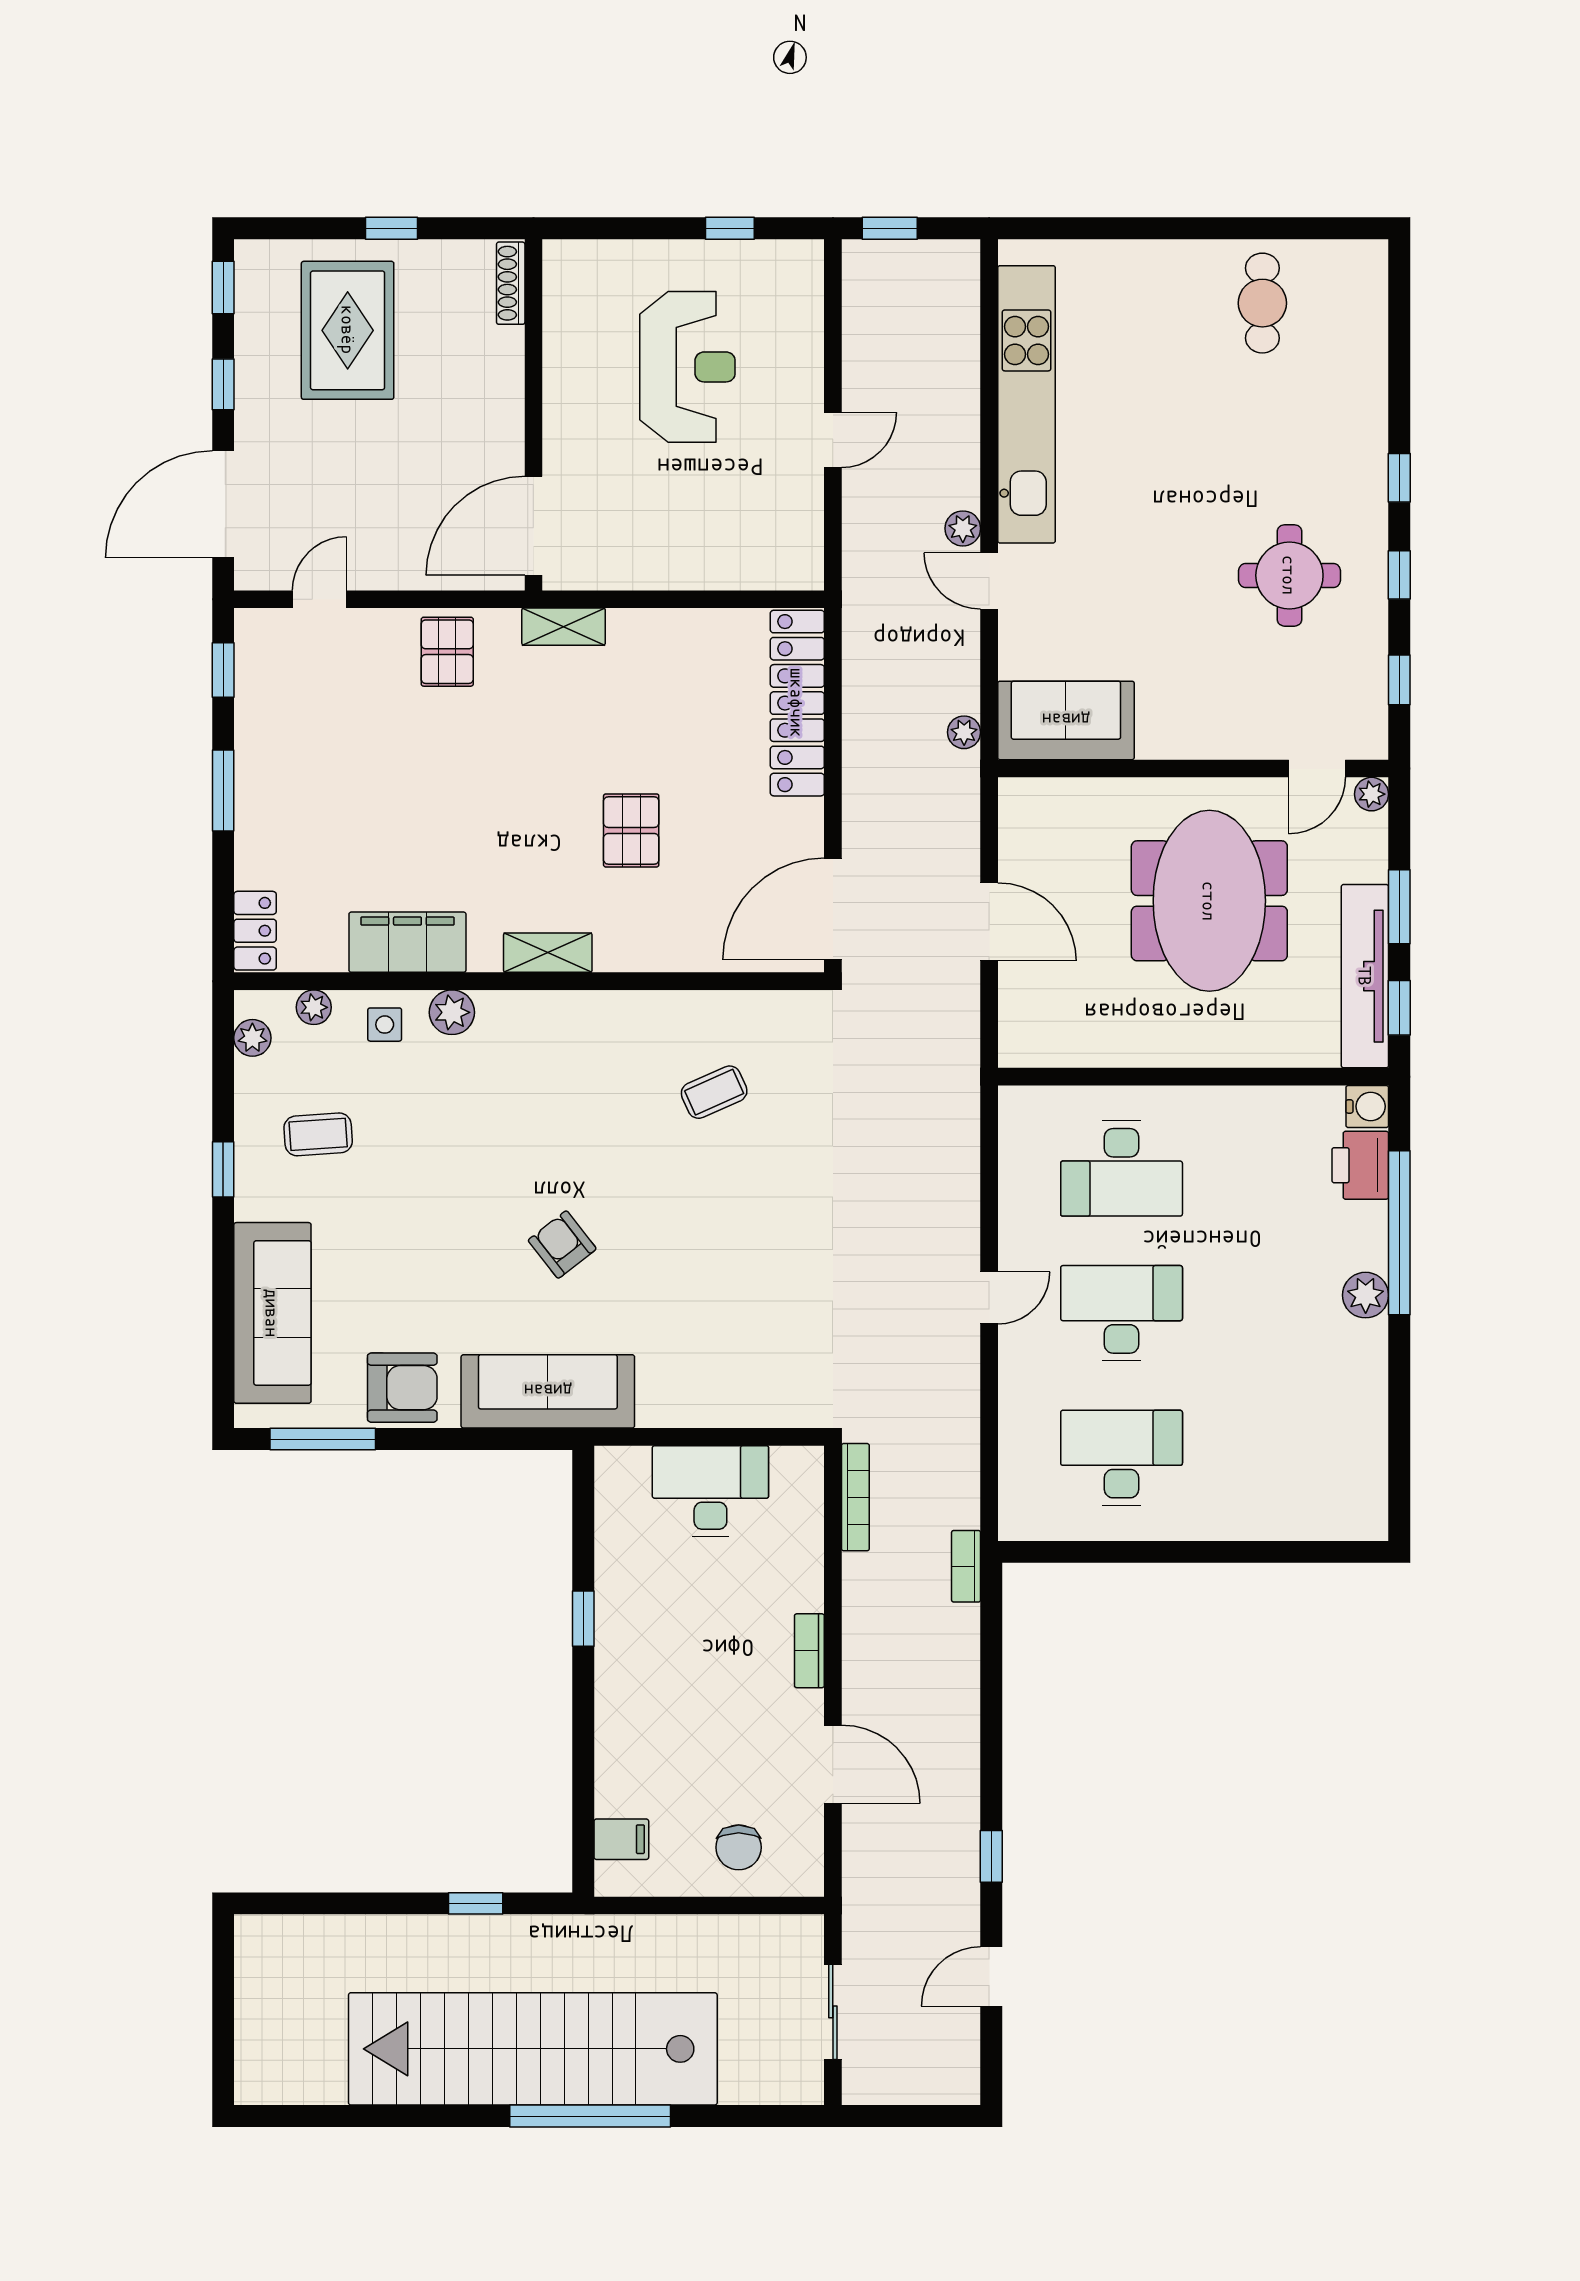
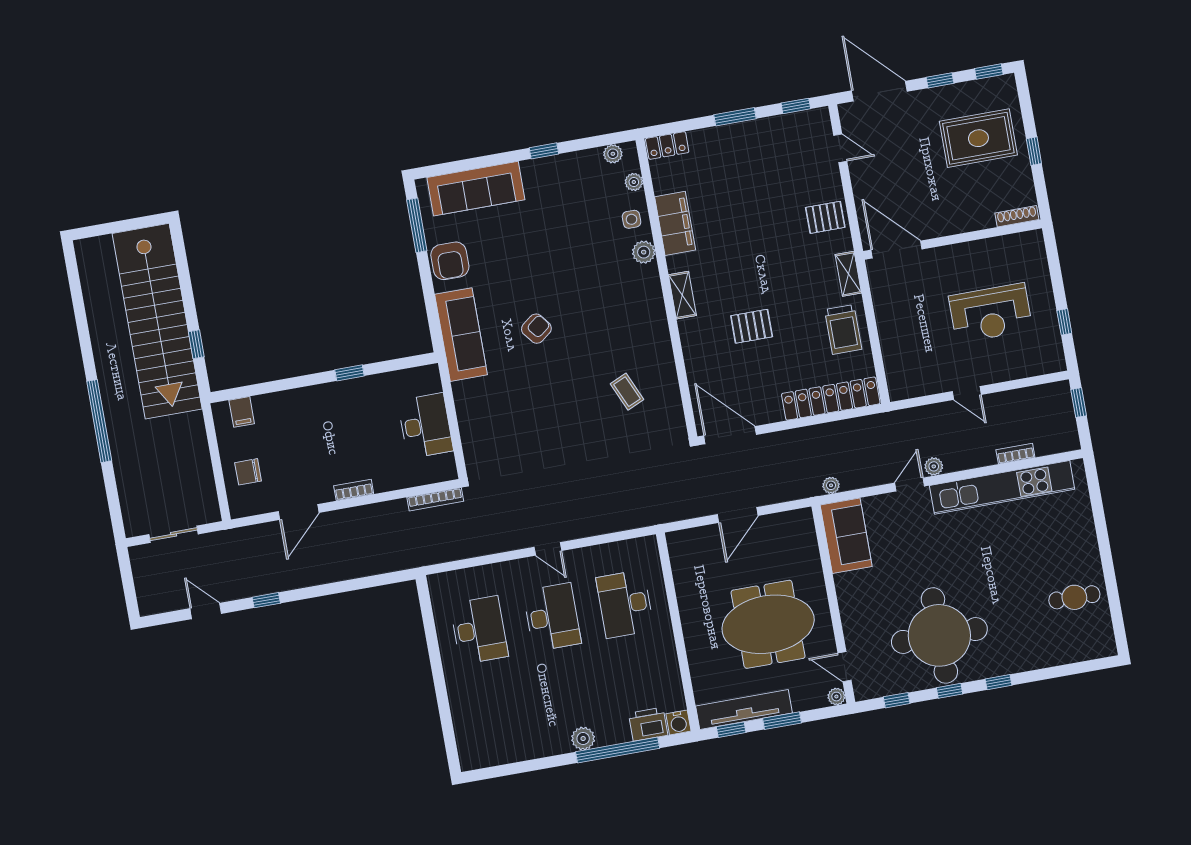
round table: (1289, 575) -> (939, 635), width x1.86, depth x1.86
trolley: (669, 656) -> (843, 329), added
coffee table: (318, 1134) -> (570, 196), removed
bookcase: (966, 1566) -> (1015, 454), moved
stairs: (533, 2049) -> (157, 321), moved, turned 180

